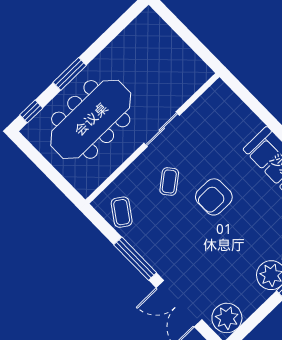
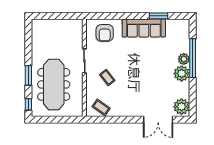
armchair: (214, 197) -> (105, 33), moved
window: (135, 259) -> (124, 120), removed

